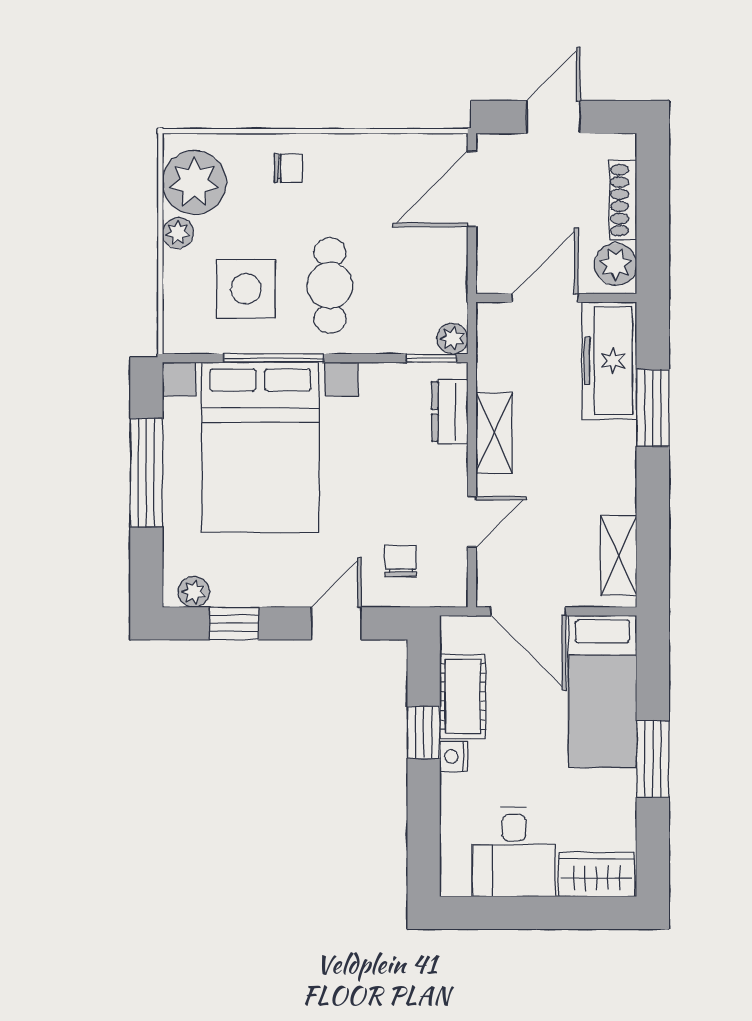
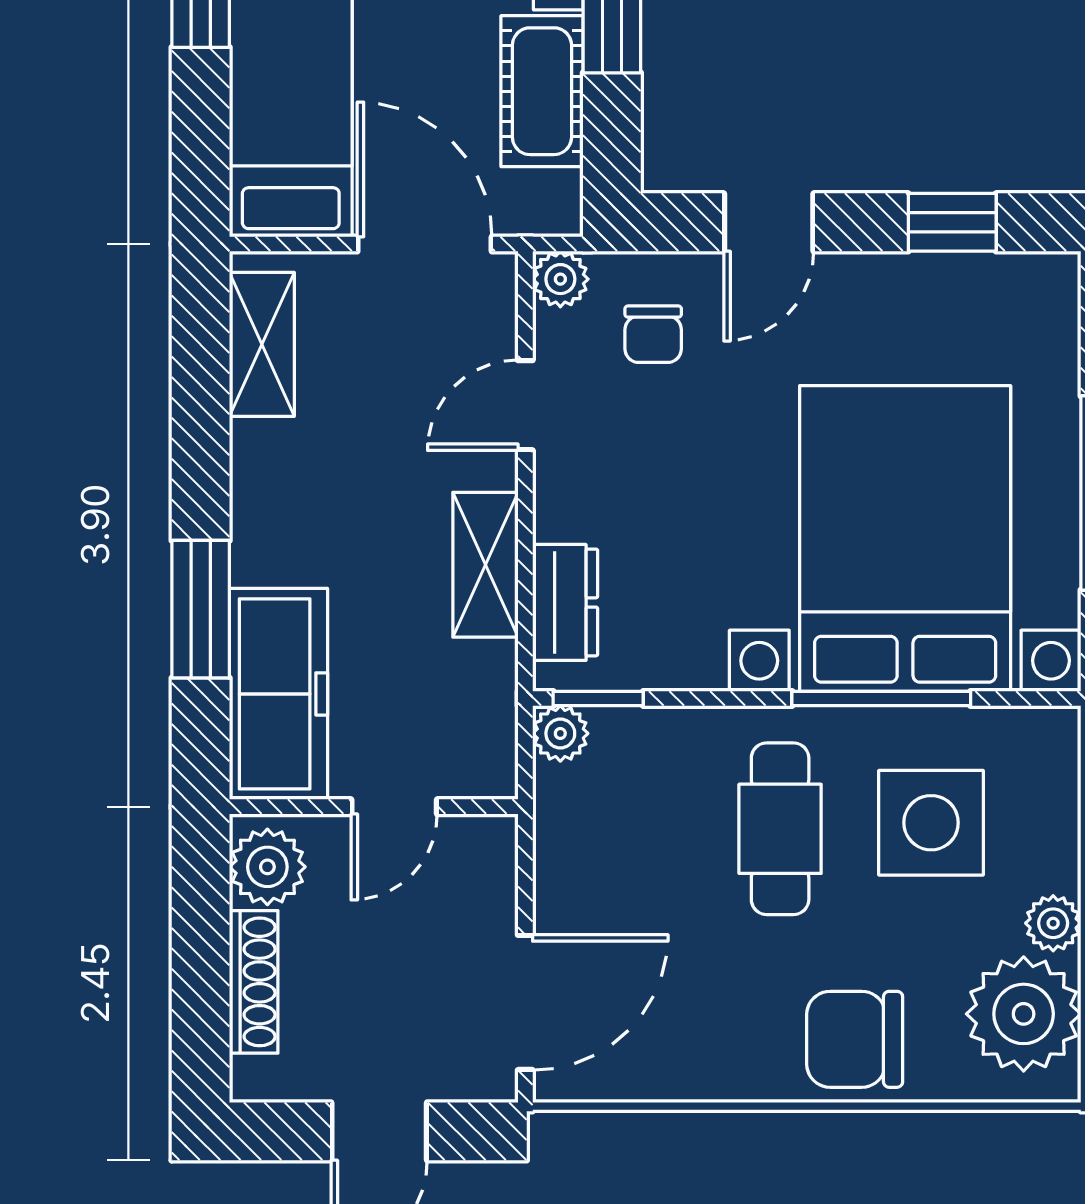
chair: (288, 168) -> (855, 1039), width x1.87, depth x1.87
door: (545, 298) -> (394, 807), width x0.73
plant: (194, 592) -> (560, 279), moved

